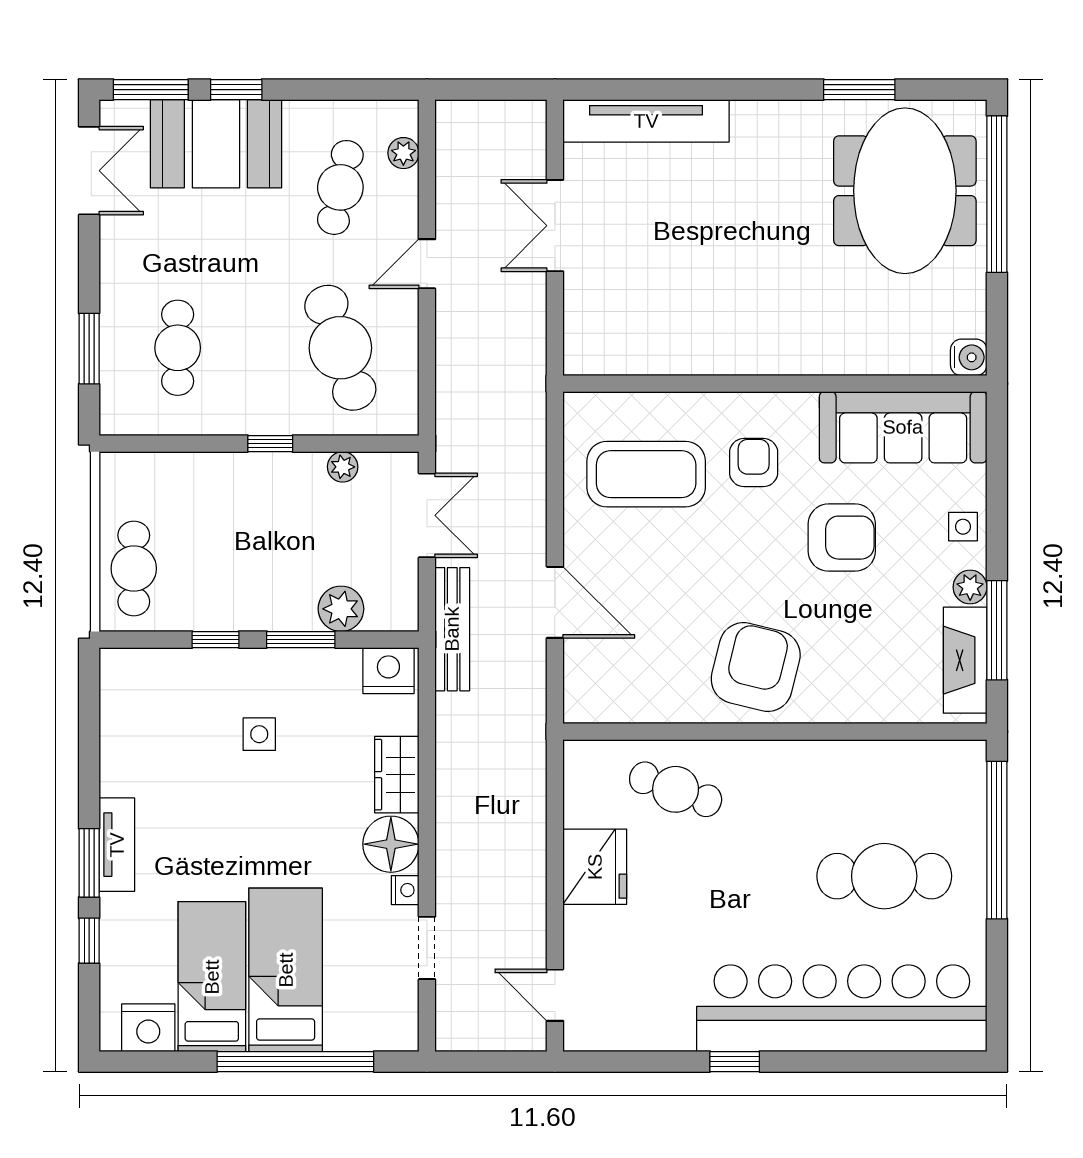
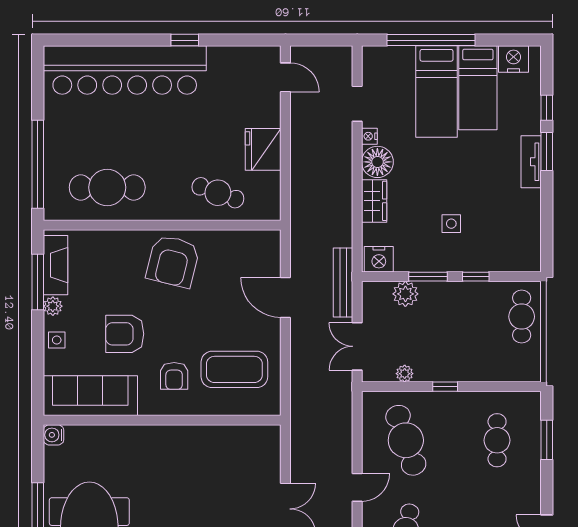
cafe table: (884, 876) -> (107, 187), moved

